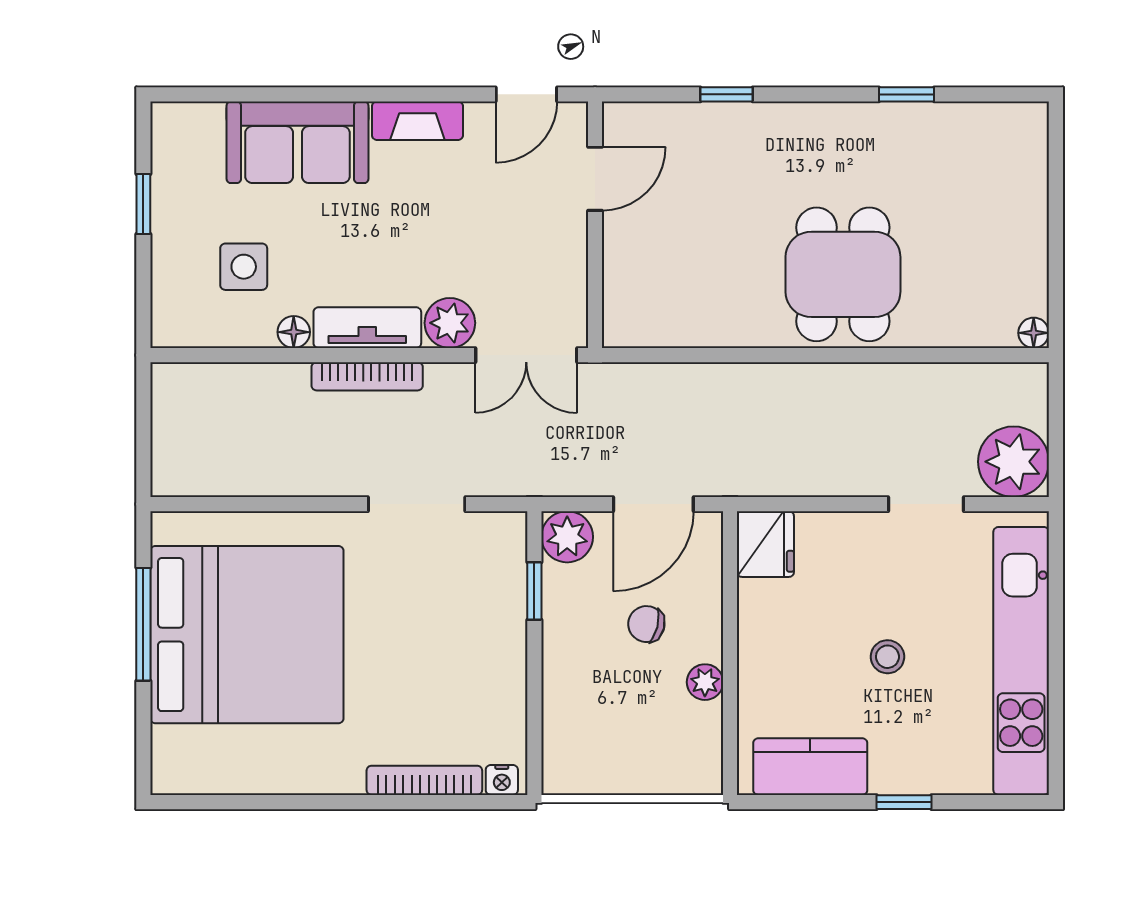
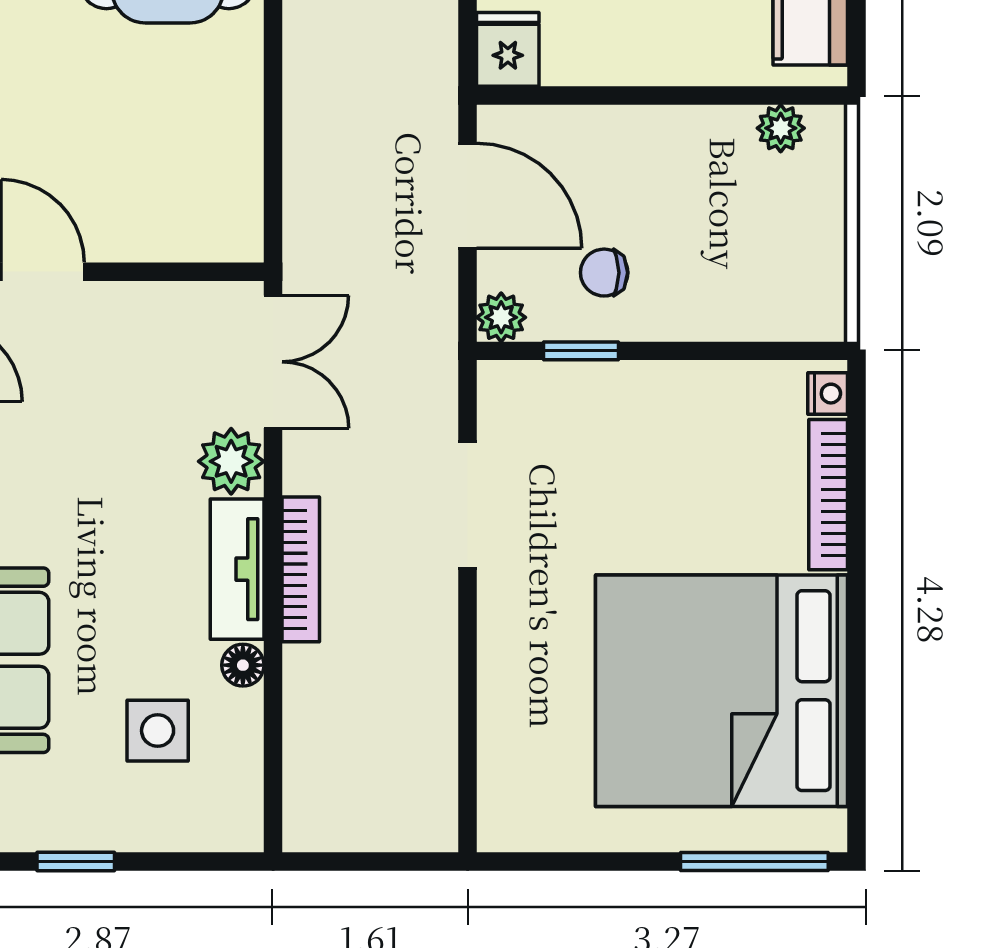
plant: (567, 537) -> (501, 317), width x0.73, depth x0.73
fridge: (765, 544) -> (508, 49), width x0.72
window: (143, 624) -> (754, 861), moved
chair: (646, 624) -> (604, 273), moved, turned 76
bed: (247, 635) -> (721, 691), moved, turned -90
plant: (705, 682) -> (781, 128), moved

